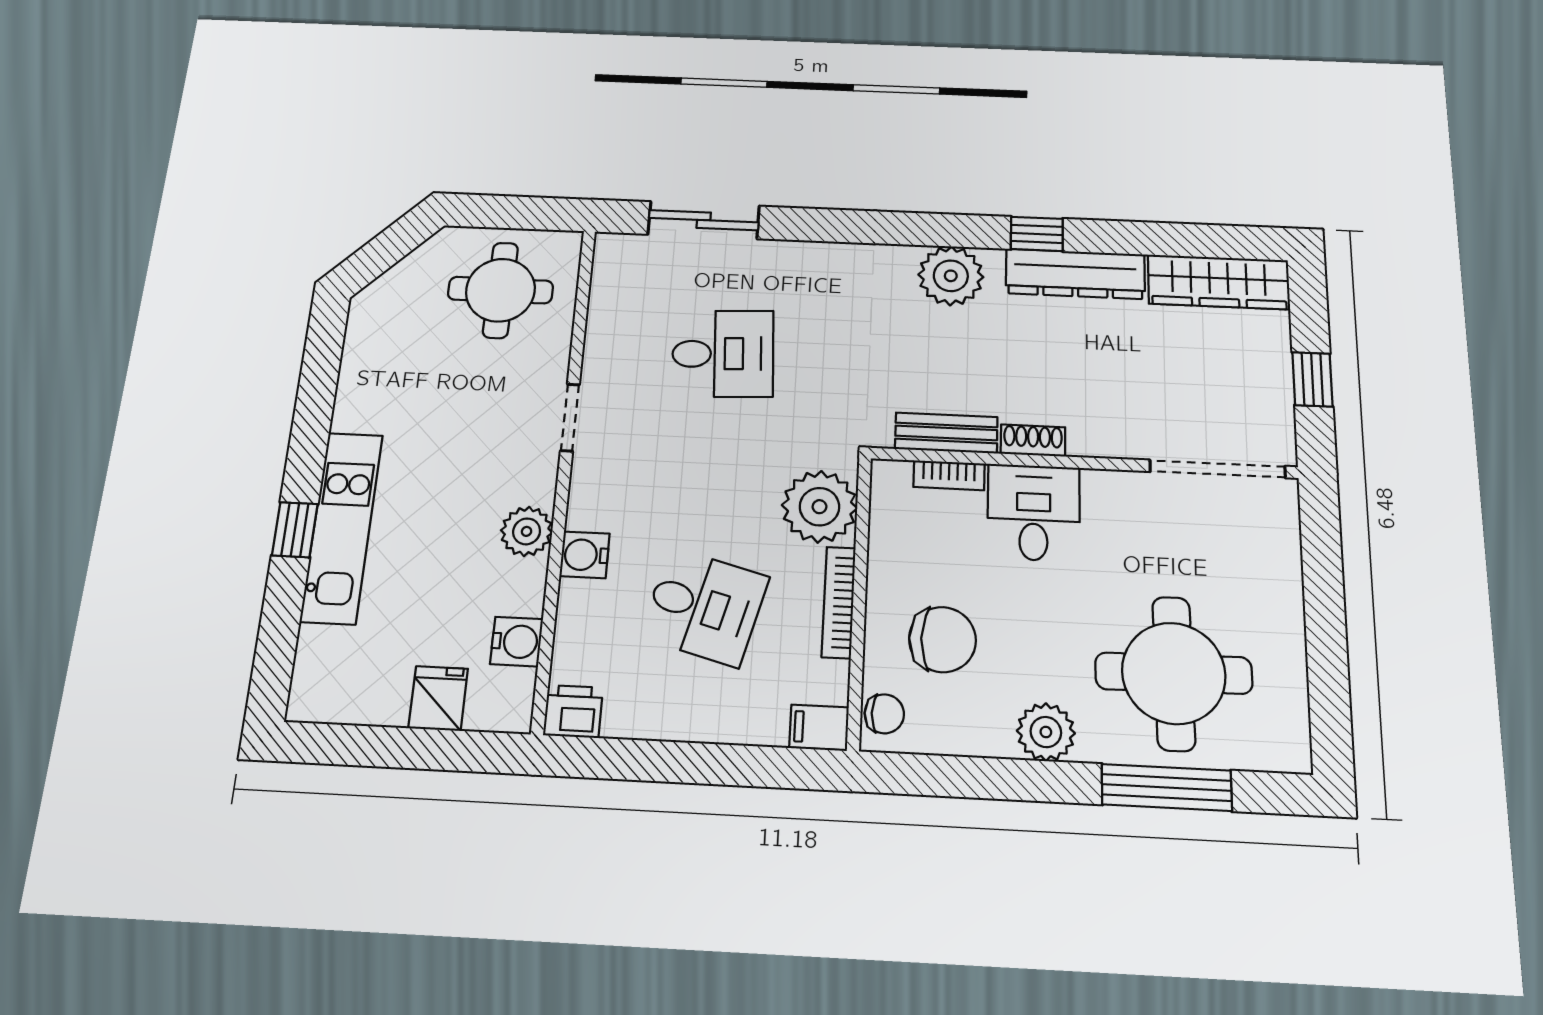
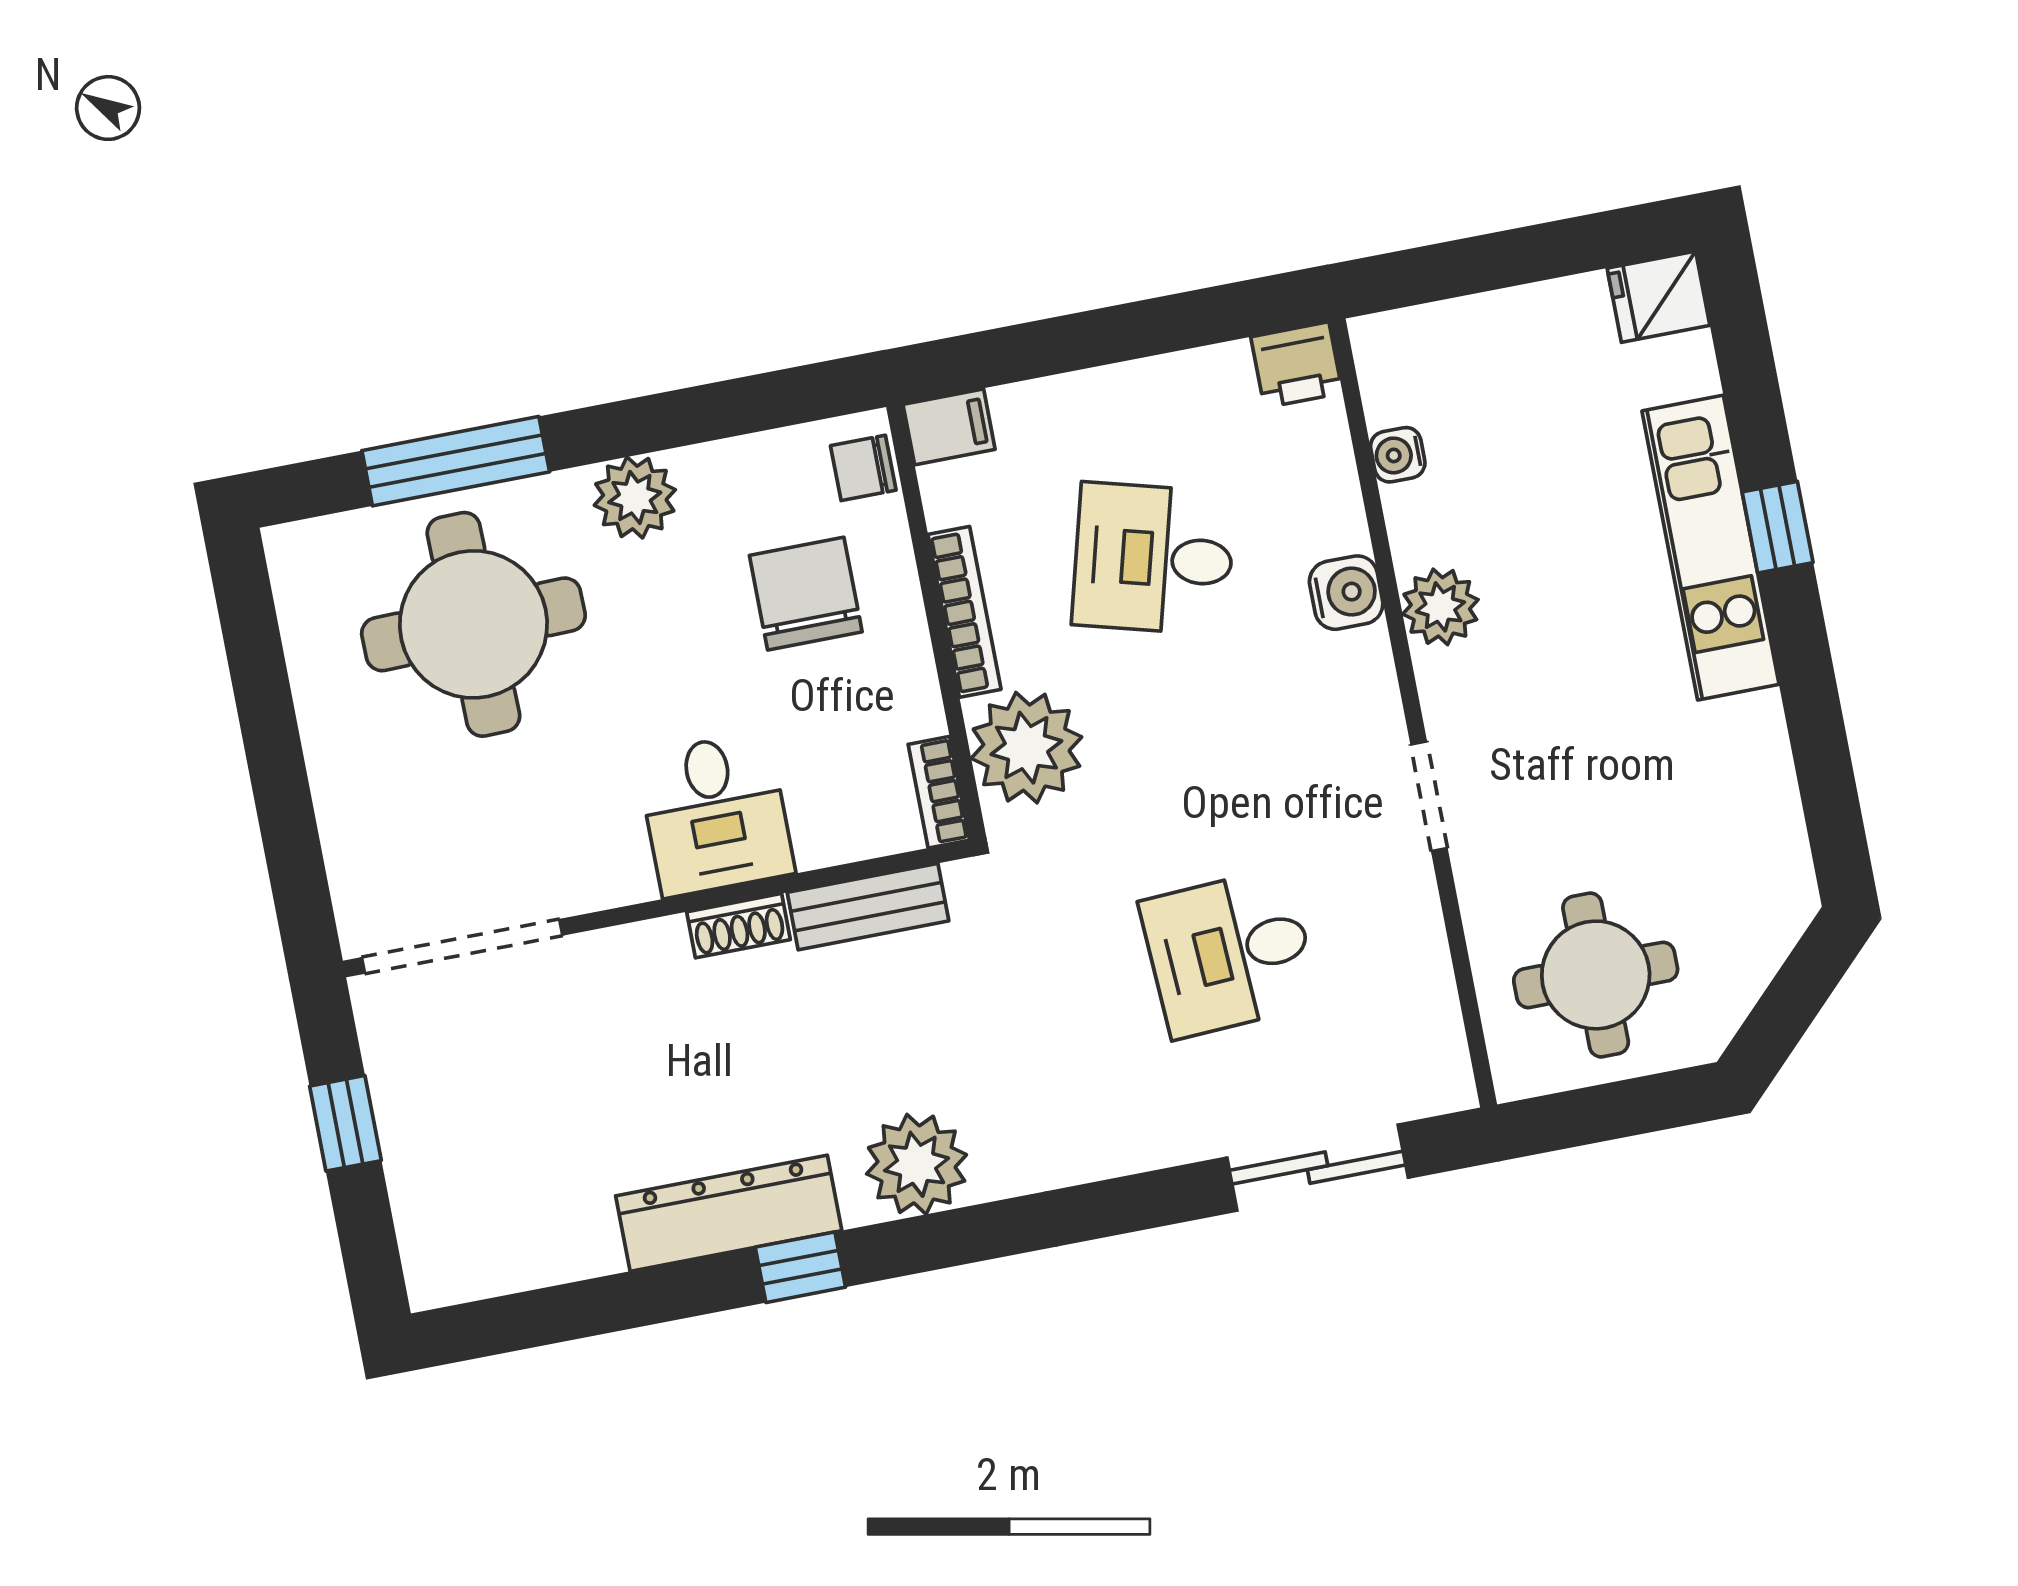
wardrobe: (1219, 282) -> (510, 1252), removed
bookcase: (949, 475) -> (939, 792), moved, turned -90
chair: (942, 640) -> (806, 594), turned 90
water cooler: (517, 642) -> (1398, 455), width x0.72, depth x0.72
fridge: (438, 698) -> (1659, 297), moved, turned 90

